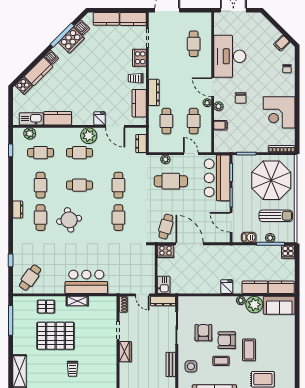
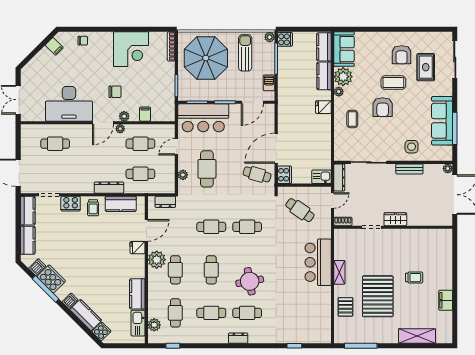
plant: (270, 238) -> (270, 37), moved
cafe table: (30, 278) -> (300, 210), moved
armchair: (203, 333) -> (402, 55), moved, turned -90
coffee table: (221, 361) -> (352, 119), moved

